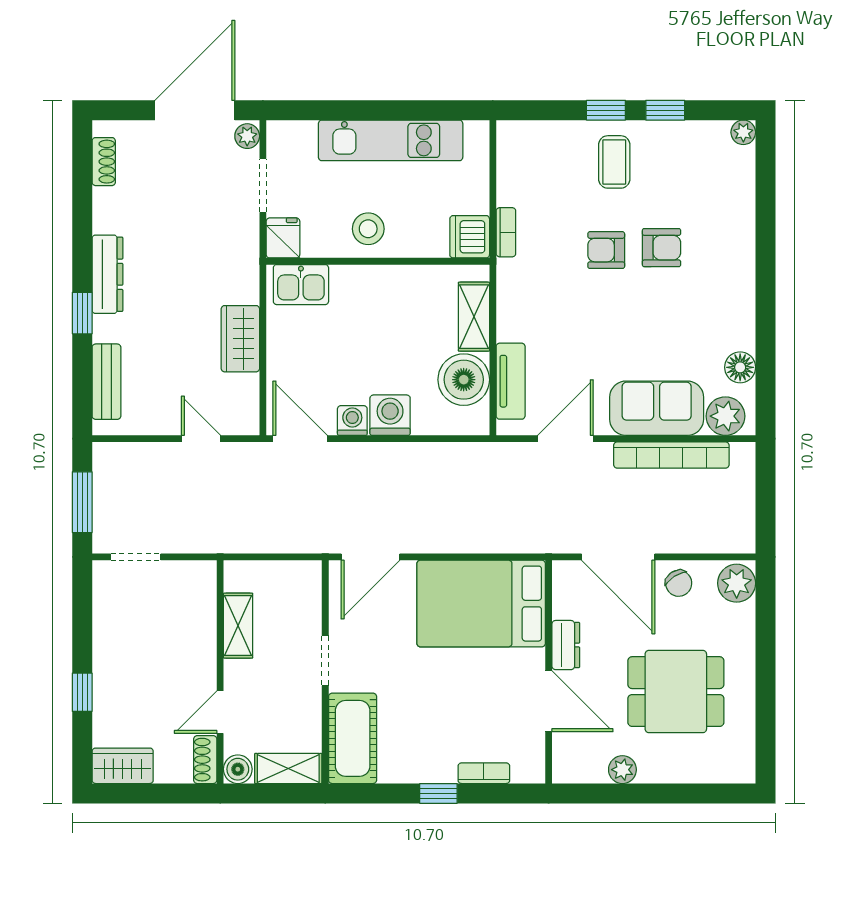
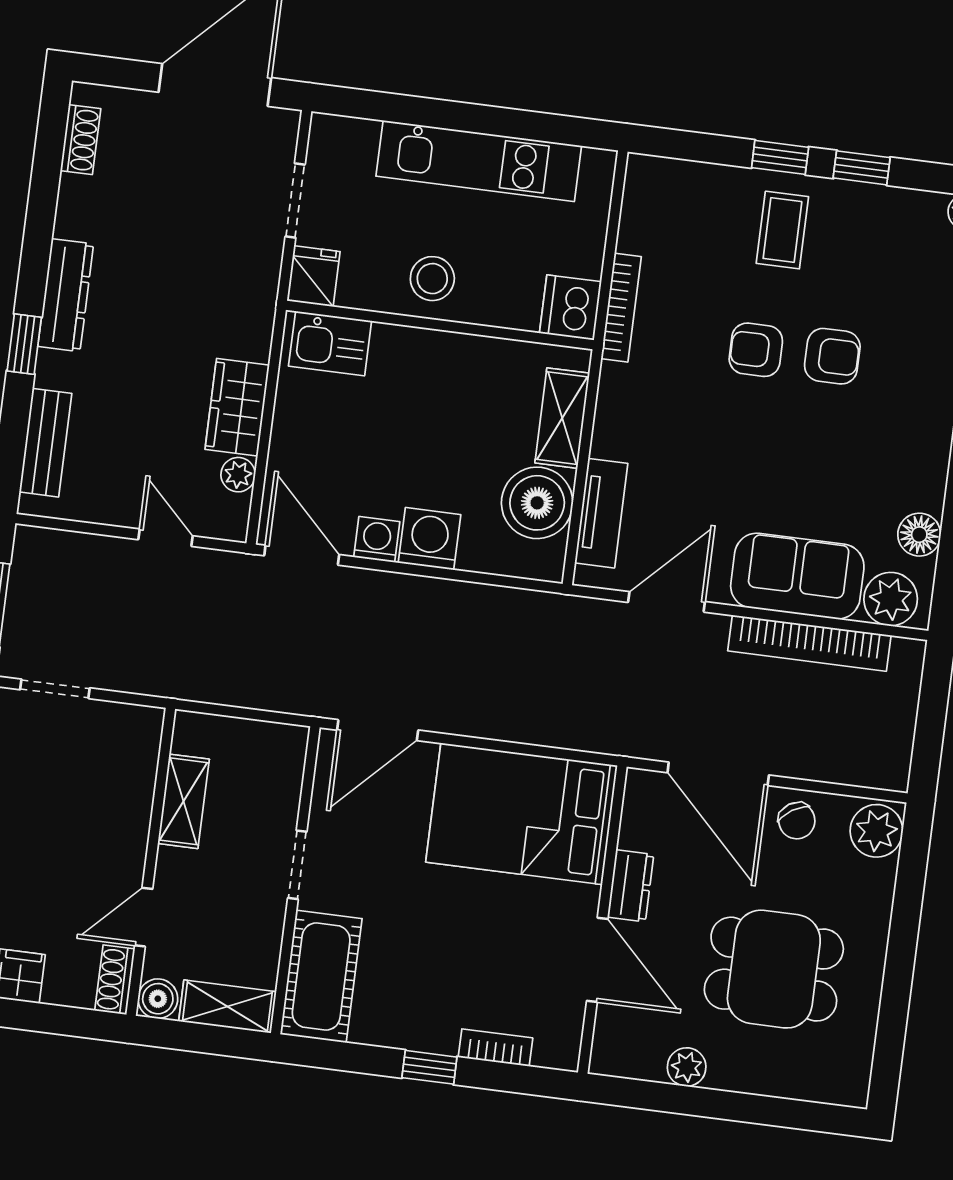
plant: (247, 136) -> (238, 475), moved
bookcase: (506, 232) -> (621, 308), width x1.56

